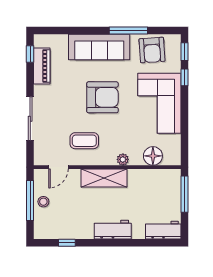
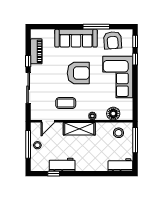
window: (30, 54) -> (28, 61), moved
stool: (161, 184) -> (118, 133), added
workbench: (113, 230) -> (62, 165), moved

